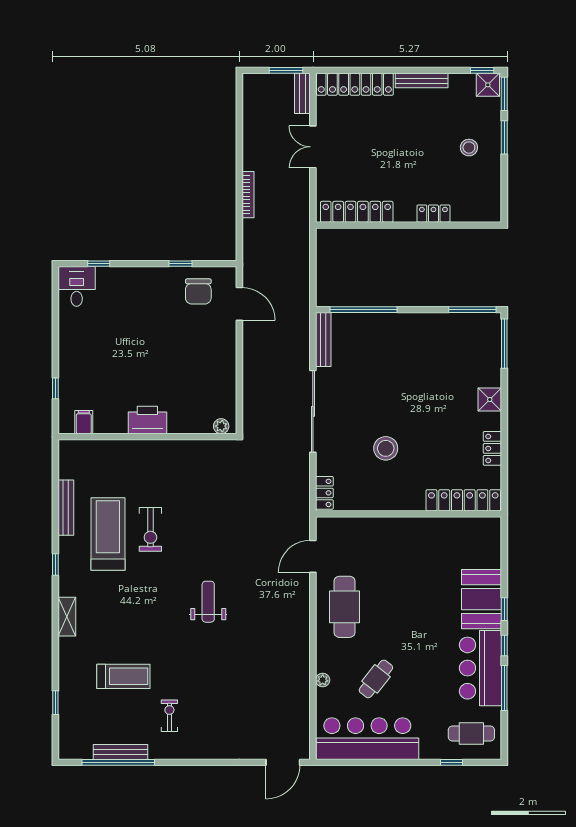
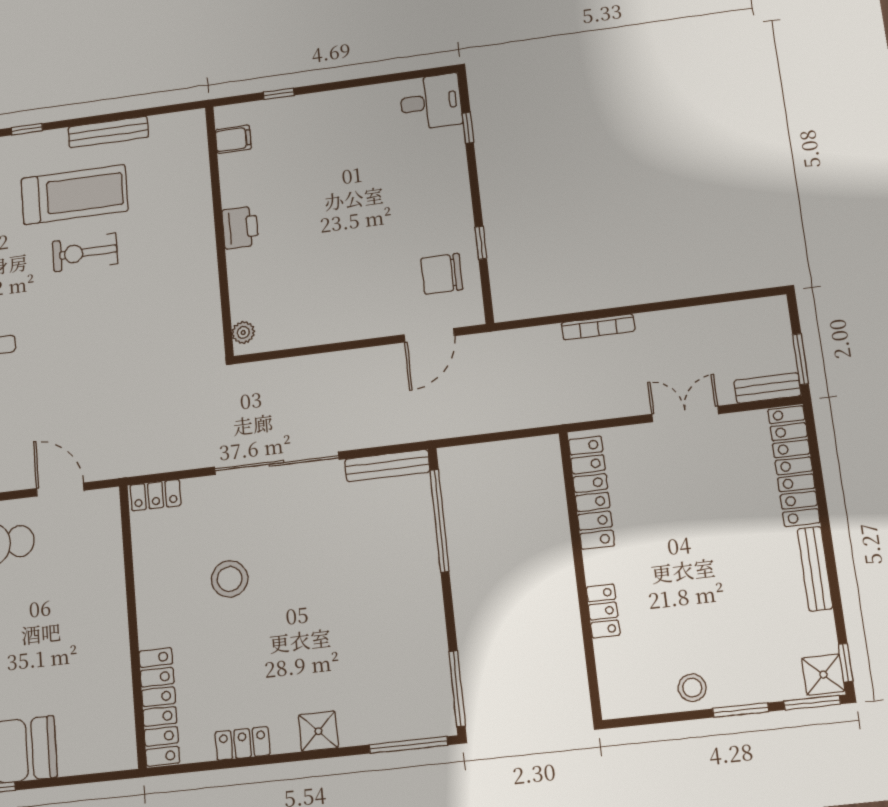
stool: (469, 148) -> (692, 688), moved
printer: (147, 420) -> (240, 227), width x0.73, depth x0.84

